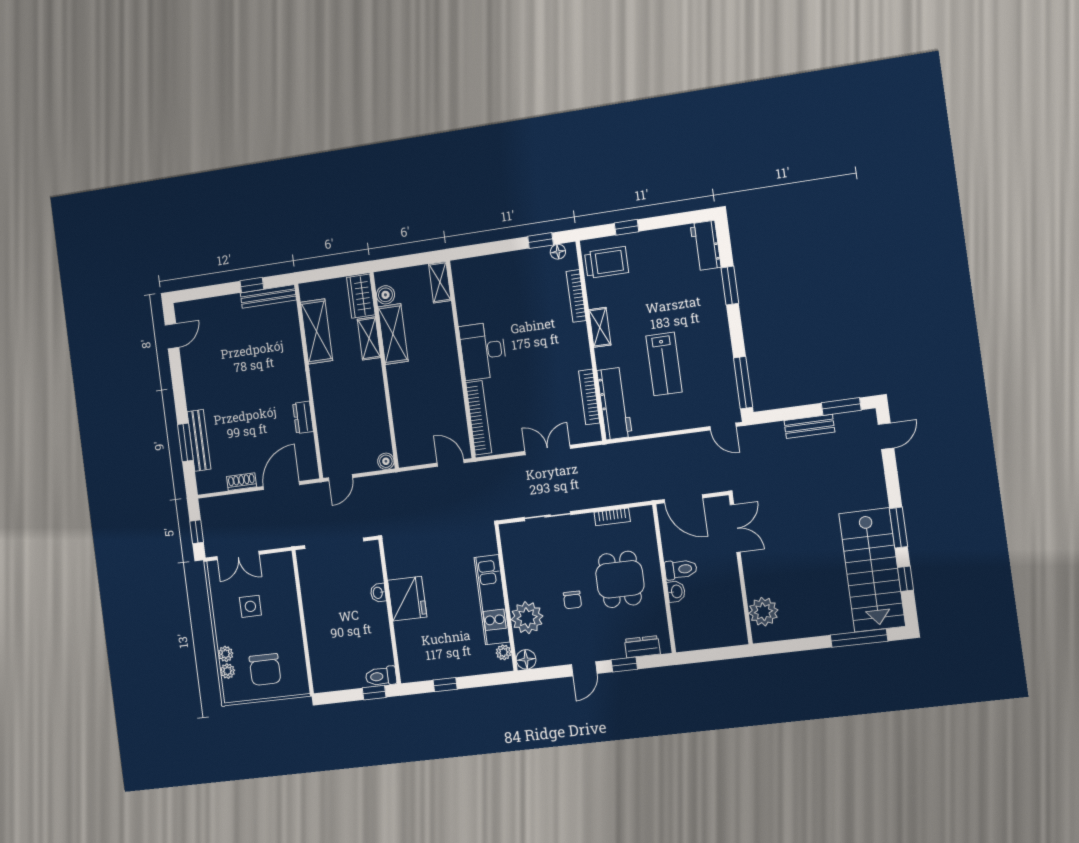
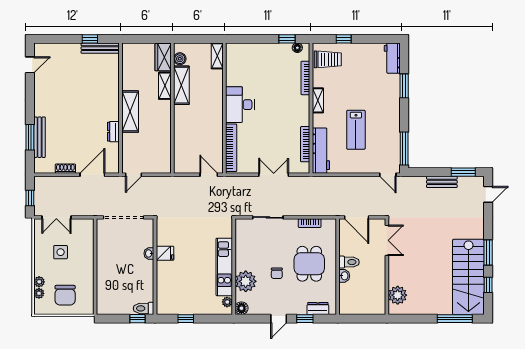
shelving: (317, 331) -> (130, 112), moved
boiler: (386, 461) -> (166, 168), removed
fridge: (407, 599) -> (165, 253), width x0.53, depth x0.75

